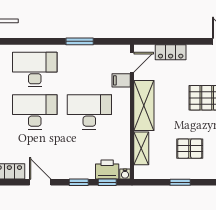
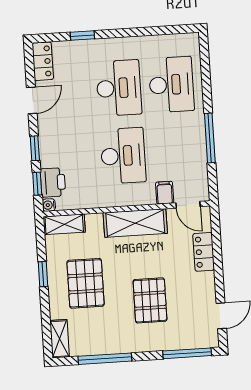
window: (80, 41) -> (210, 138), width x1.44
shelving: (141, 148) -> (64, 224), moved
pallet: (190, 149) -> (86, 283), width x1.50, depth x1.42

